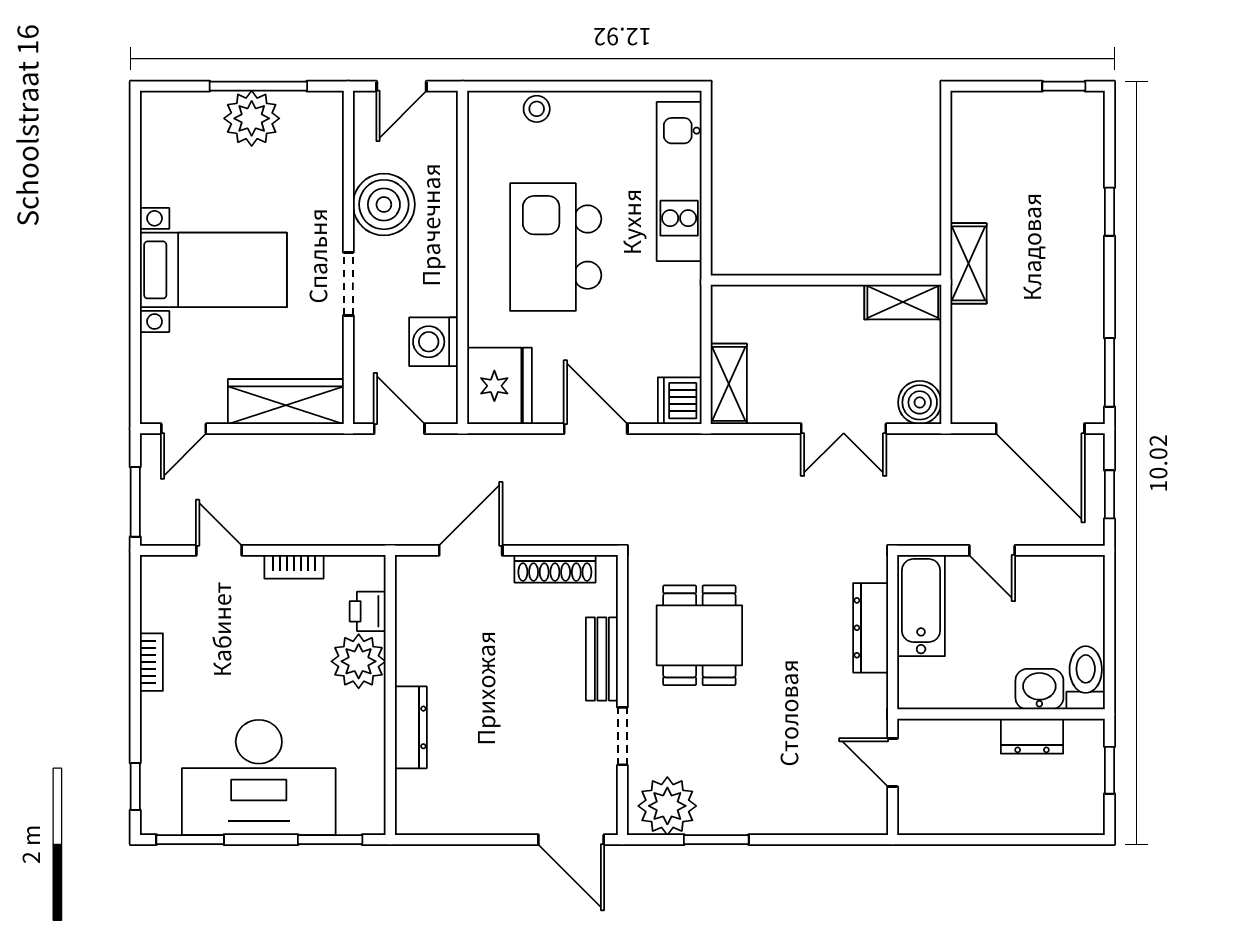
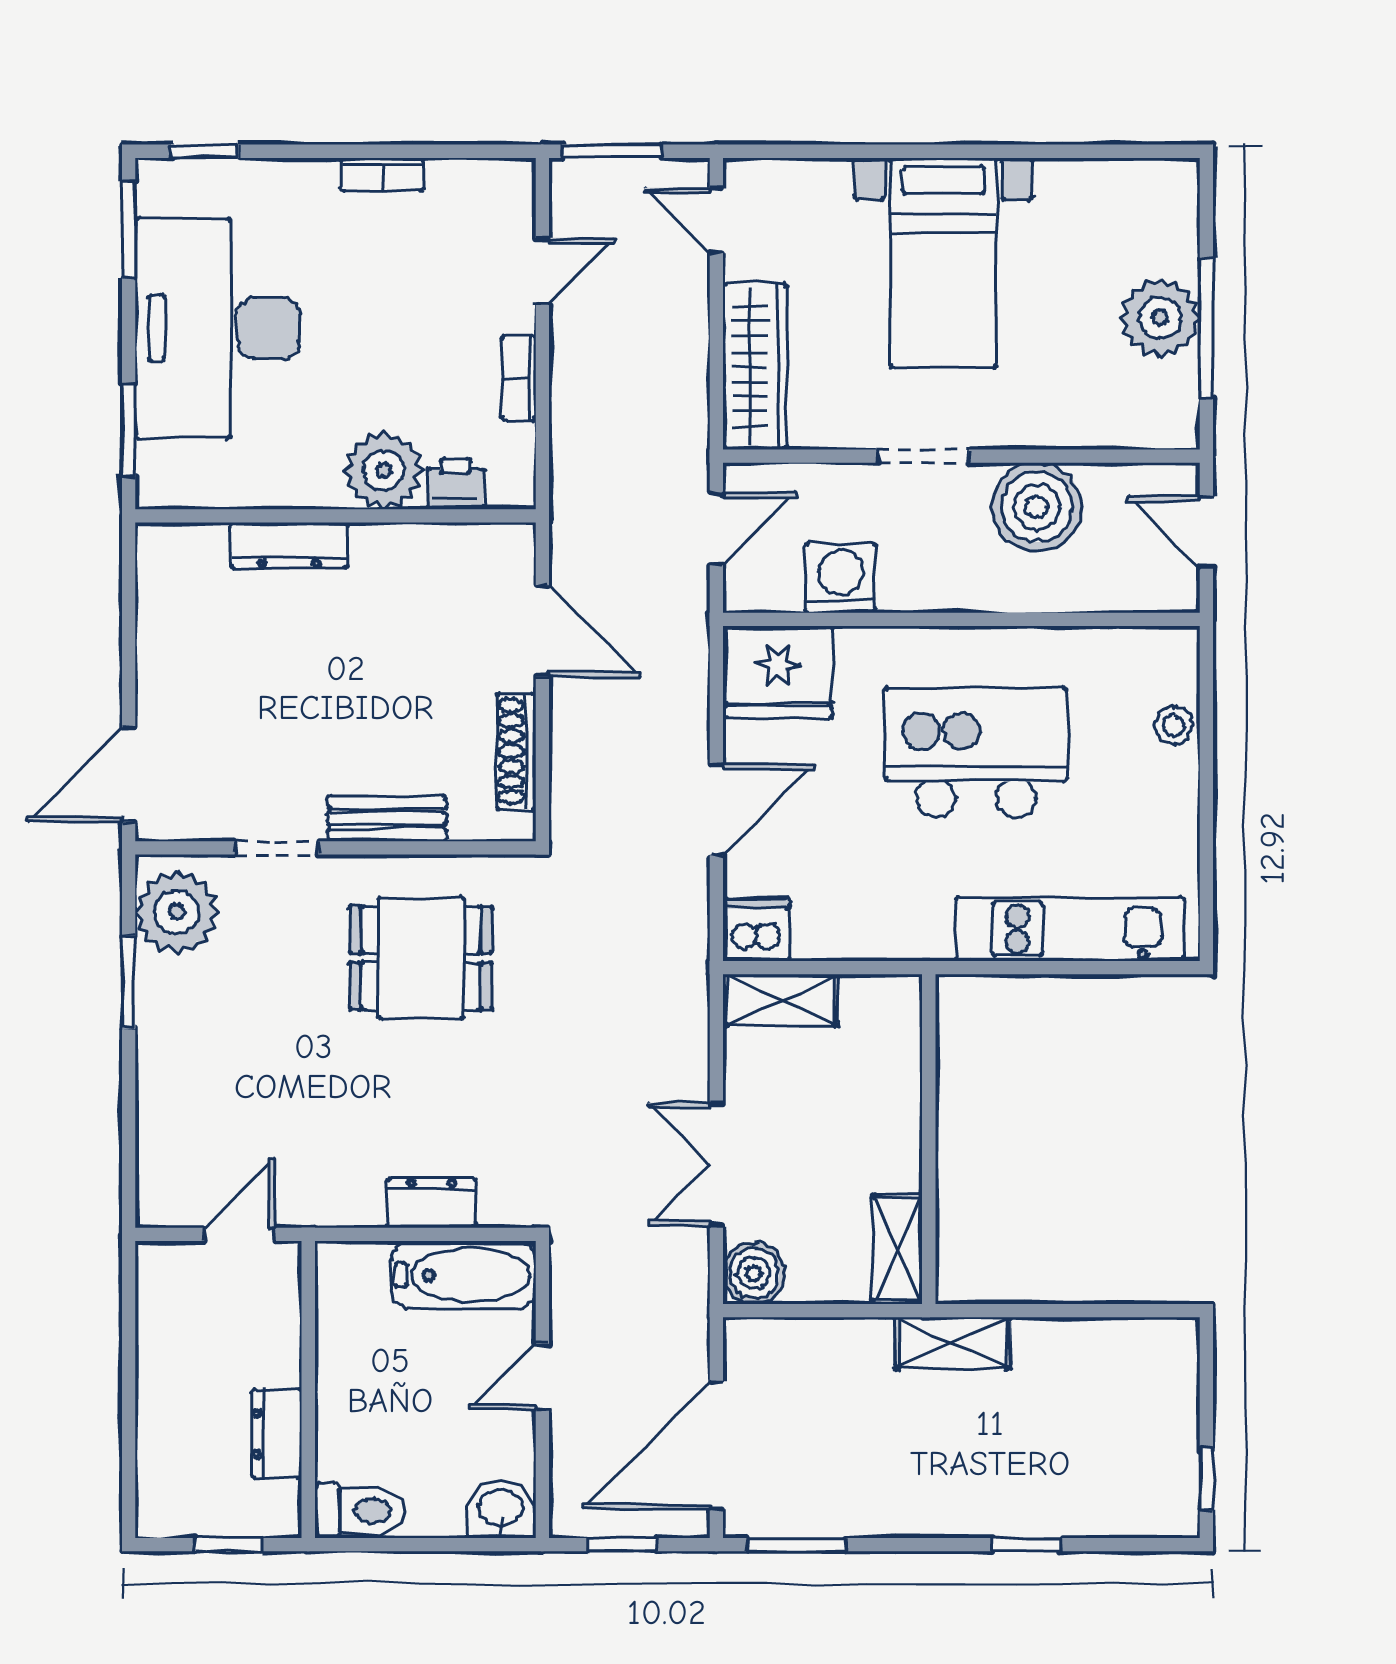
dresser: (871, 628) -> (432, 1203), width x0.70
washbasin: (1039, 689) -> (501, 1509), moved, turned -90

